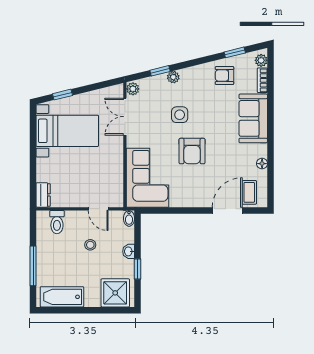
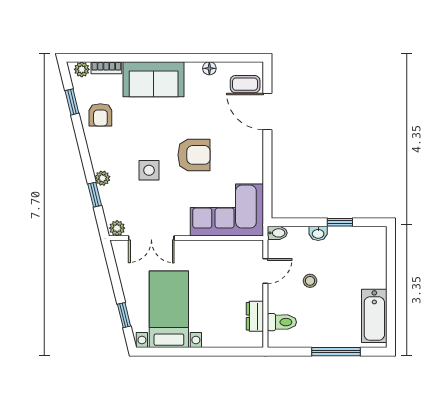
dresser: (43, 195) -> (255, 316), moved, turned -90
shower: (115, 293) -> (369, 250), removed

